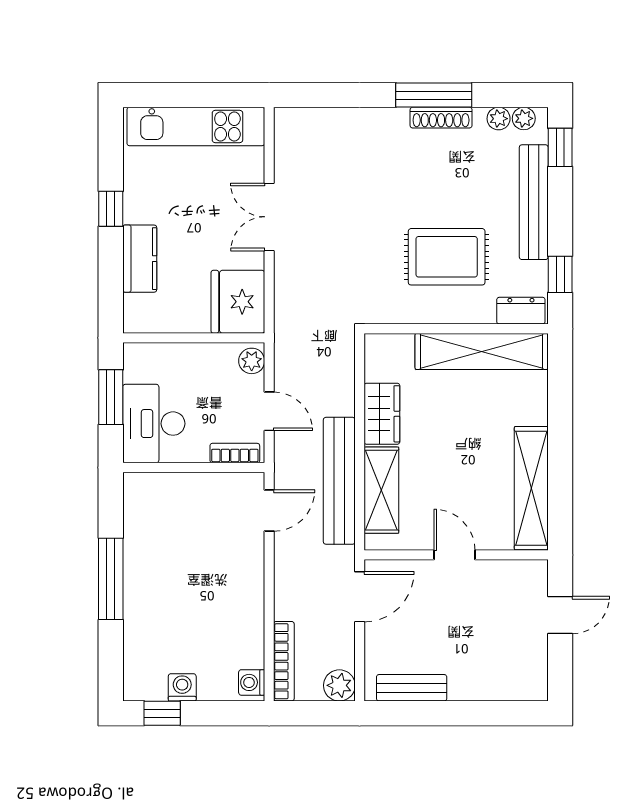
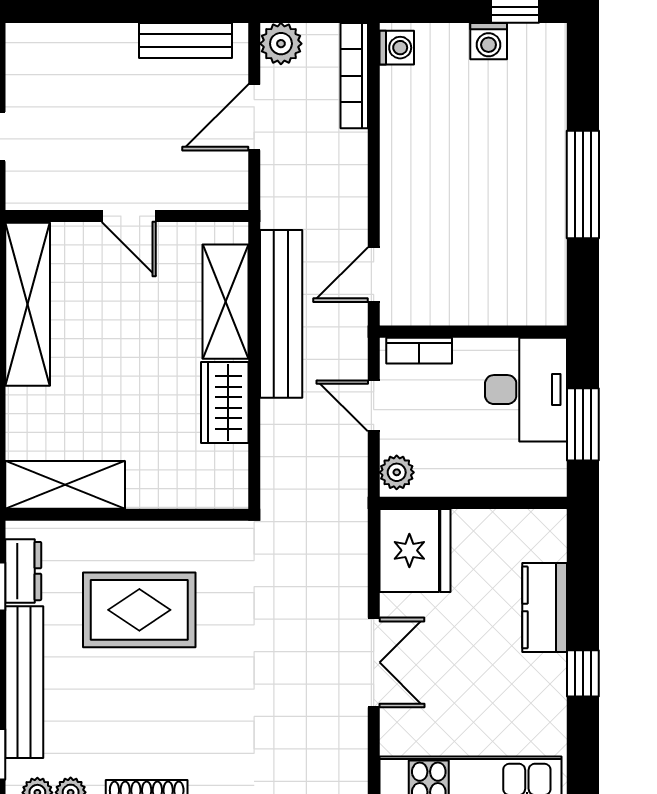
dresser: (521, 311) -> (23, 571), moved, turned -90
shelving: (482, 351) -> (65, 485), width x0.68
door: (360, 597) -> (254, 117), moved

